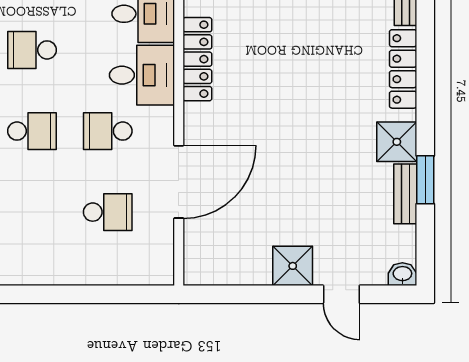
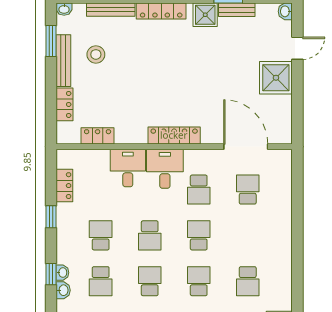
locker: (197, 59) -> (174, 135), moved
door: (179, 182) -> (246, 147), moved
shower: (293, 266) -> (276, 78), width x1.36, depth x1.36

